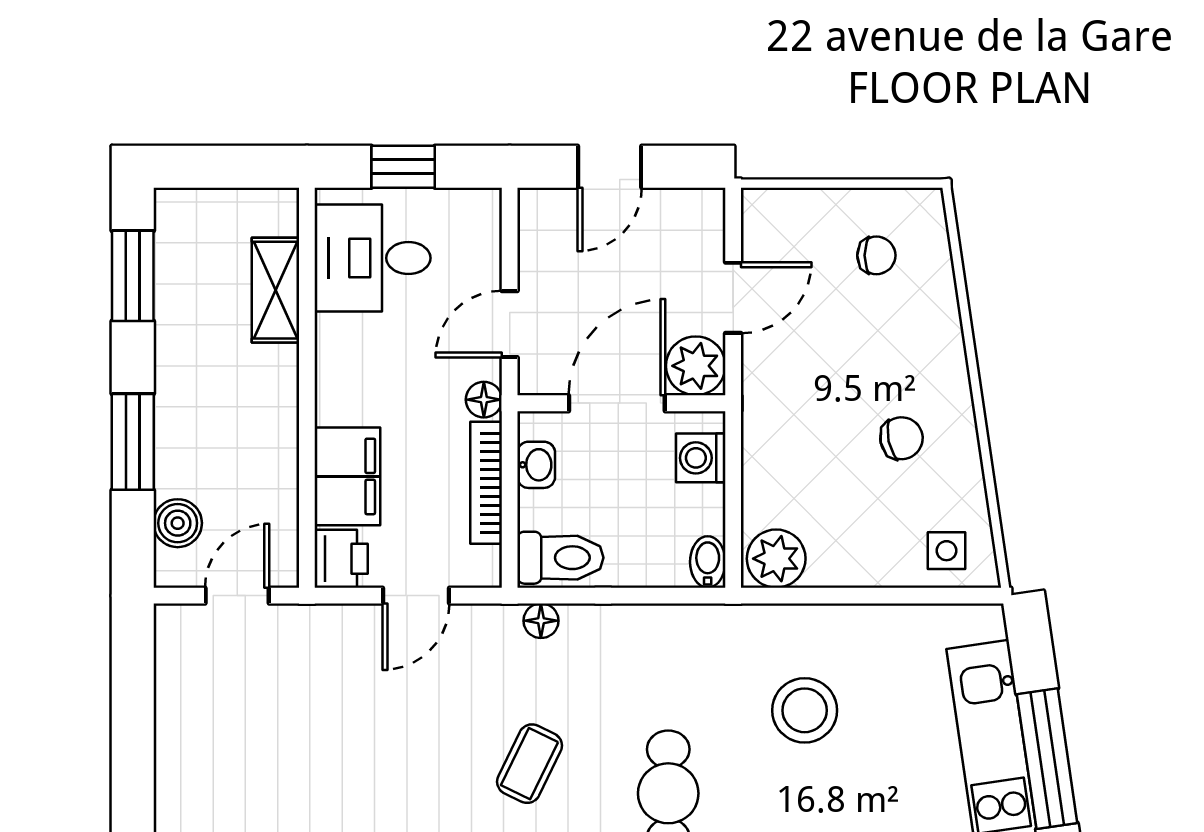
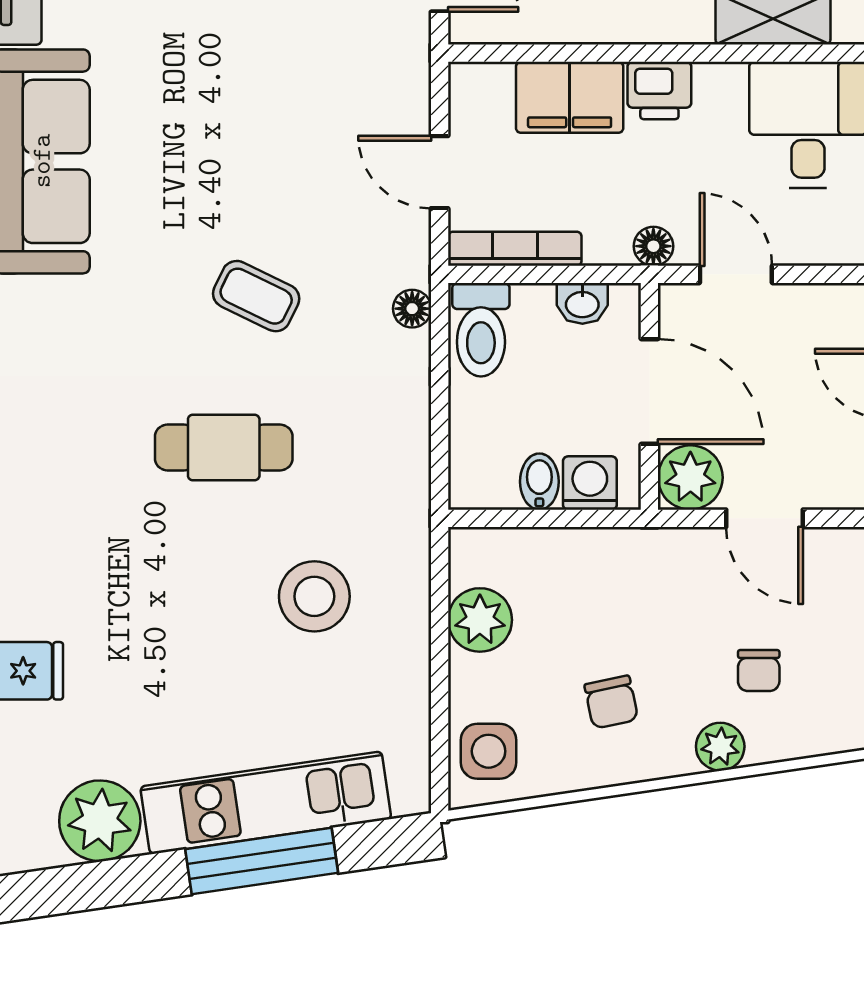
chair: (876, 255) -> (759, 671), moved
plant: (942, 338) -> (720, 747), added
bookcase: (486, 483) -> (515, 249), moved
side table: (946, 551) -> (489, 751), width x1.37, depth x1.37
printer: (341, 559) -> (659, 90), moved
plant: (776, 559) -> (480, 620), moved
bidet: (708, 562) -> (539, 482), moved, turned -90

